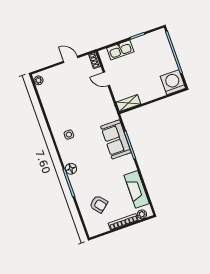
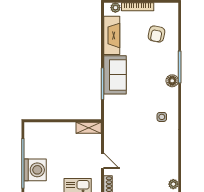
washing machine: (173, 82) -> (35, 170), moved, turned -90
sofa: (116, 139) -> (115, 75), moved
armchair: (99, 204) -> (156, 34), turned -128

